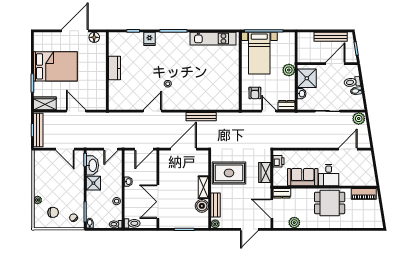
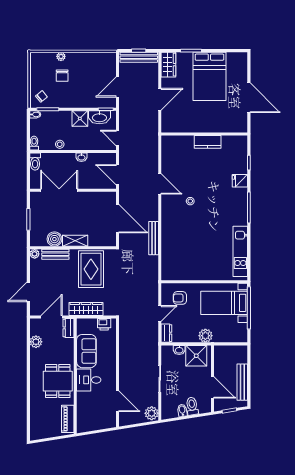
floor lamp: (94, 37) -> (242, 119), removed
wardrobe: (265, 172) -> (86, 309), width x1.50
chair: (53, 212) -> (62, 76), moved
door: (249, 229) -> (28, 292), hinge flipped

